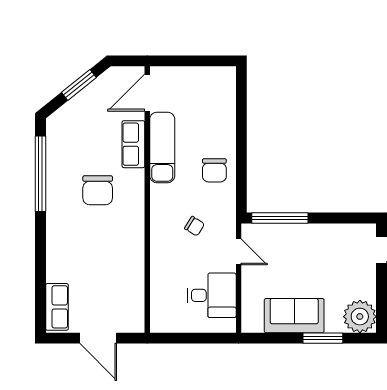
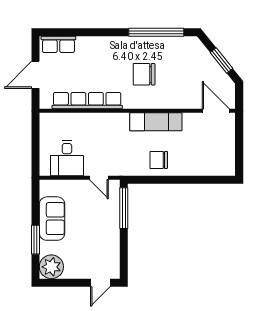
row of seats: (133, 144) -> (87, 101), moved, width x2.02
exam couch: (162, 147) -> (156, 122), moved
chair: (195, 226) -> (118, 145), removed
door: (239, 252) -> (99, 178), hinge flipped

